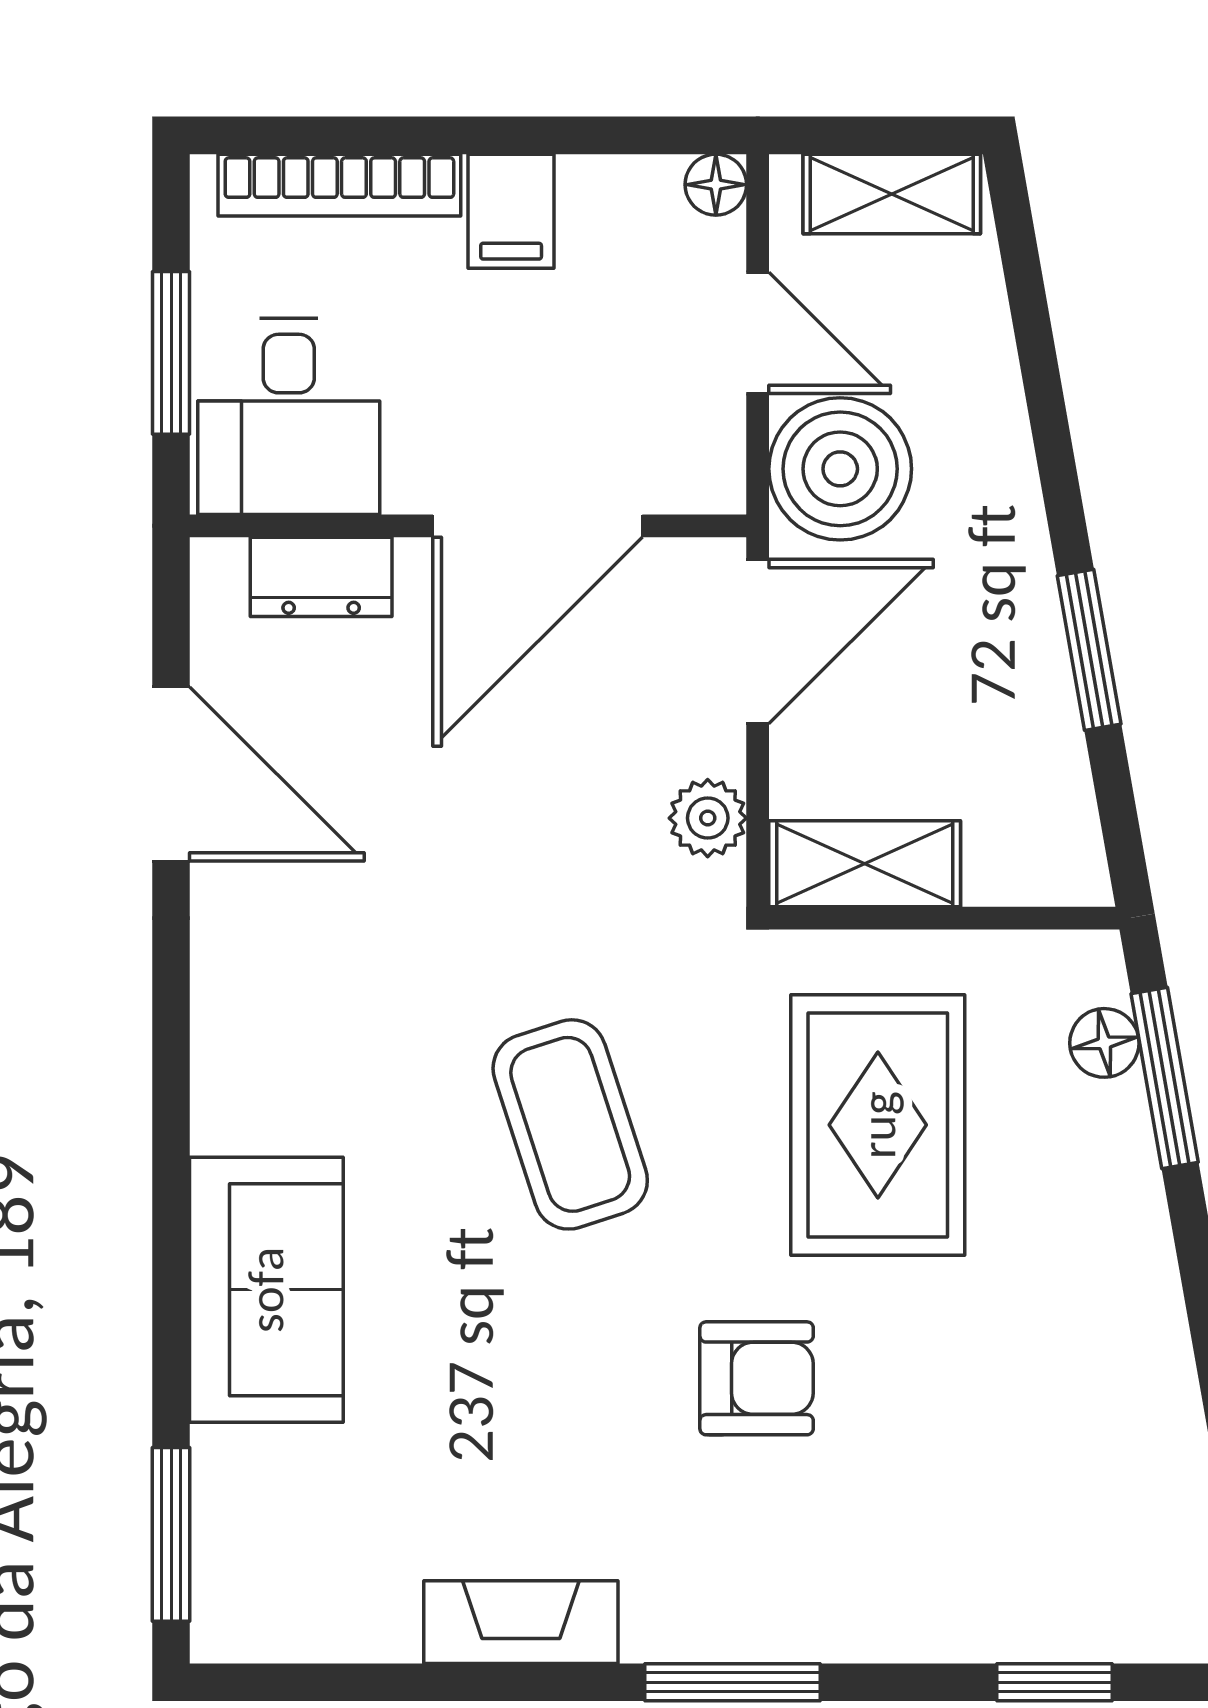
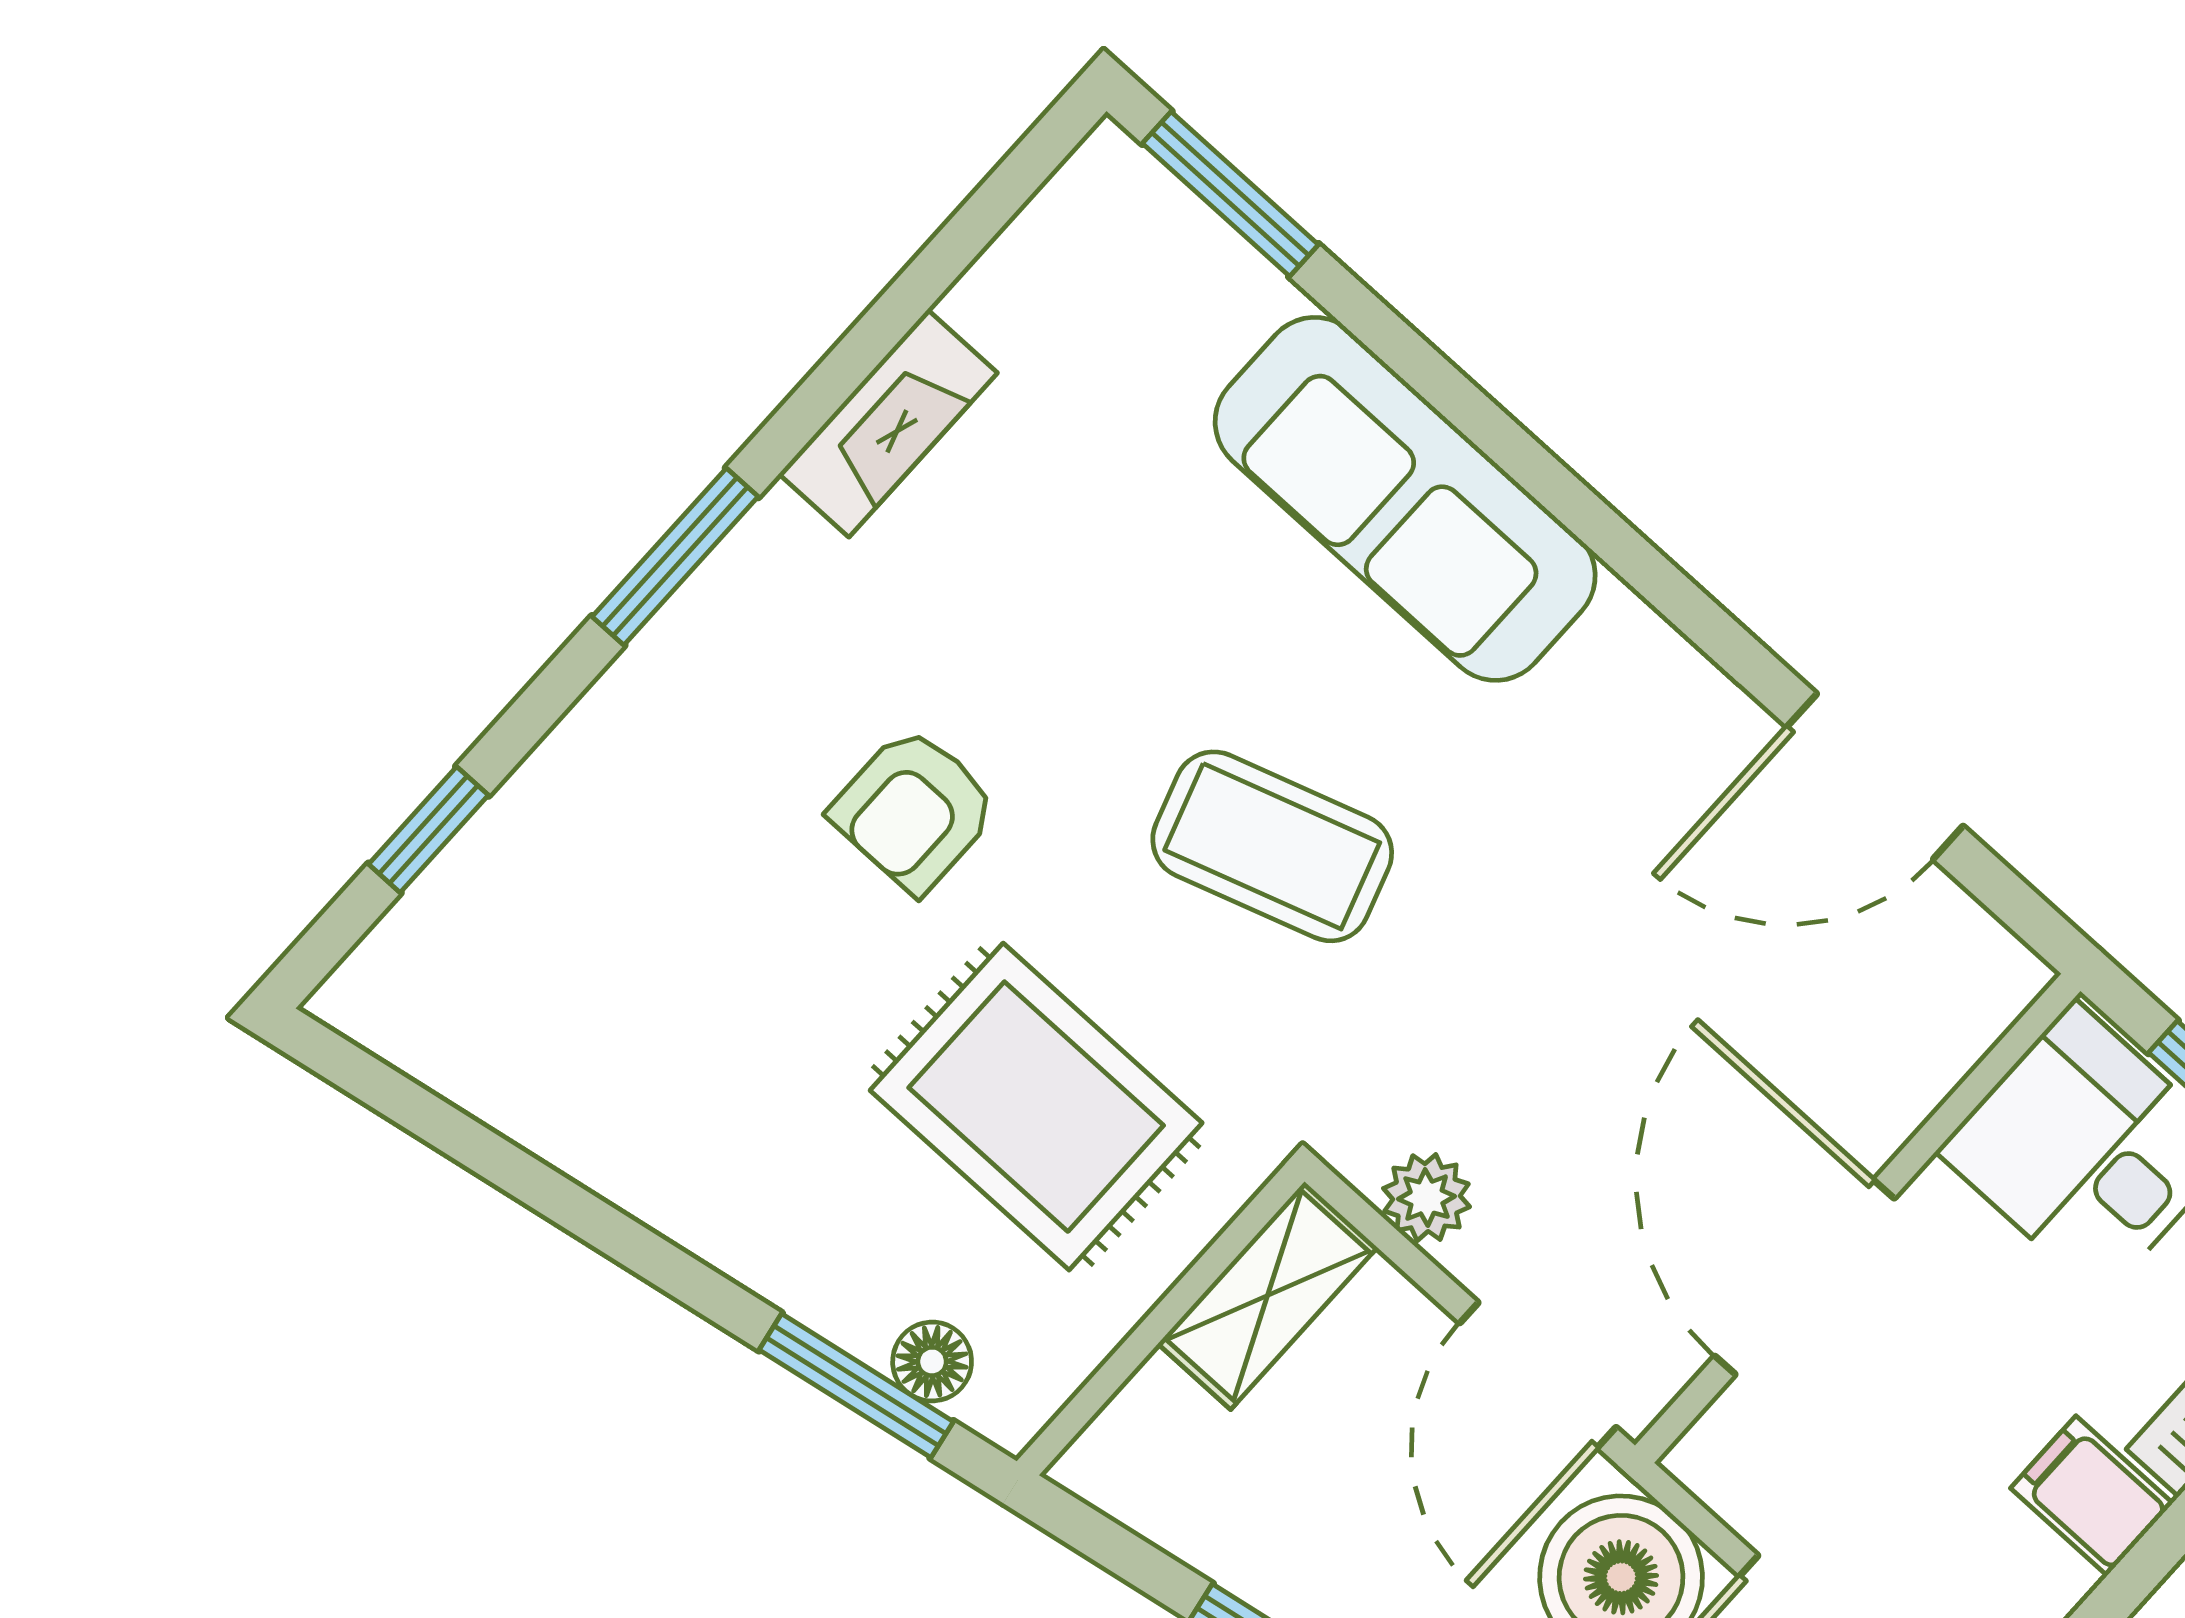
dresser: (321, 577) -> (1927, 1055), removed
sofa: (266, 1290) -> (1405, 499), width x1.36

